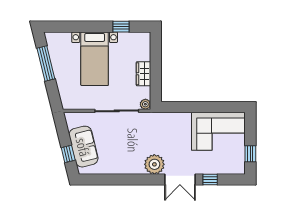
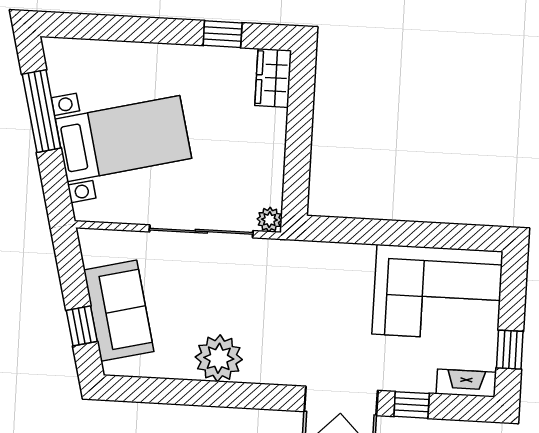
bed with nightstands: (95, 59) -> (123, 139), moved, turned -104
wardrobe: (144, 74) -> (273, 78), moved
plant: (154, 164) -> (219, 358), moved
fireplace: (233, 169) -> (466, 383), added

